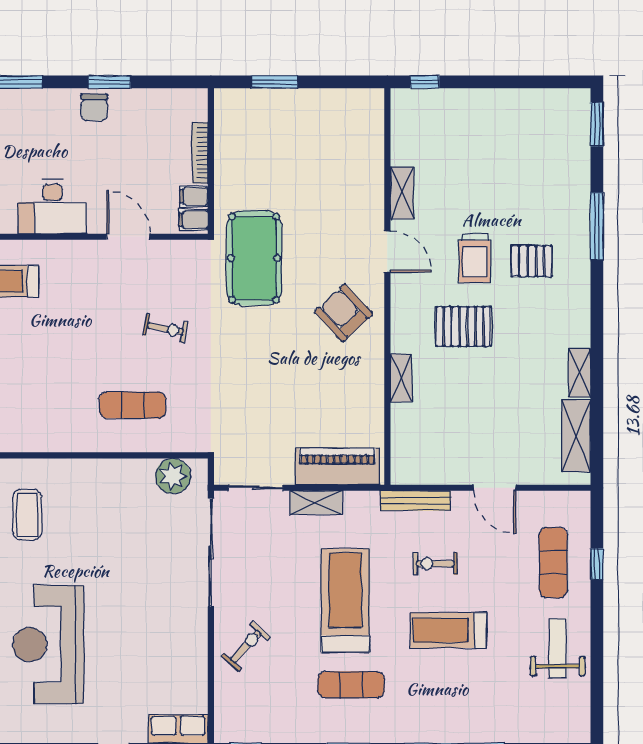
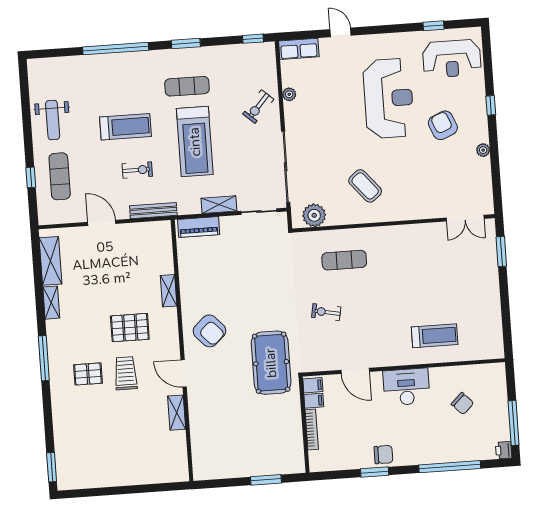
window: (425, 82) -> (167, 487), removed
chair: (94, 107) -> (383, 455), turned 90
window: (597, 226) -> (44, 358), moved
piano: (337, 466) -> (199, 227), width x0.73, depth x0.75
coffee table: (27, 515) -> (365, 186), moved, turned -40
plant: (198, 662) -> (289, 94), added

